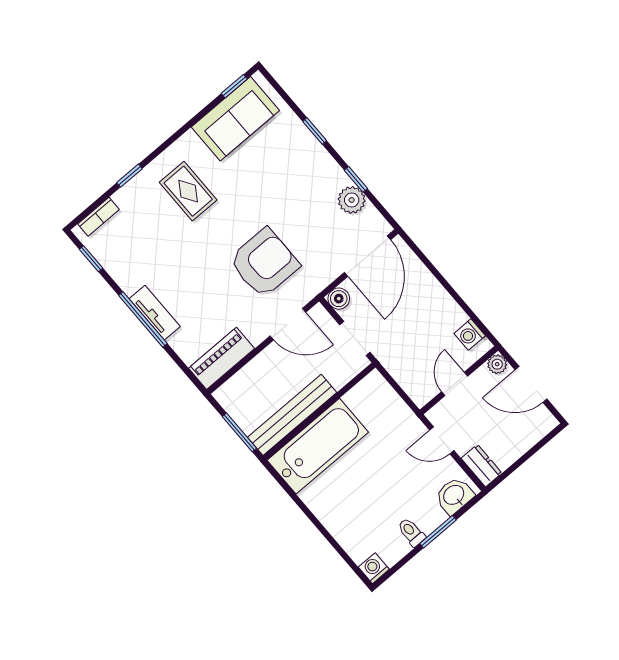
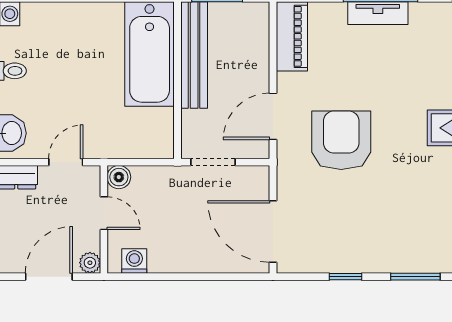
window: (315, 131) -> (415, 277), width x1.50
plant: (352, 200) -> (331, 258), removed
armchair: (264, 263) -> (341, 140), turned 180
boiler: (339, 299) -> (119, 177), moved

